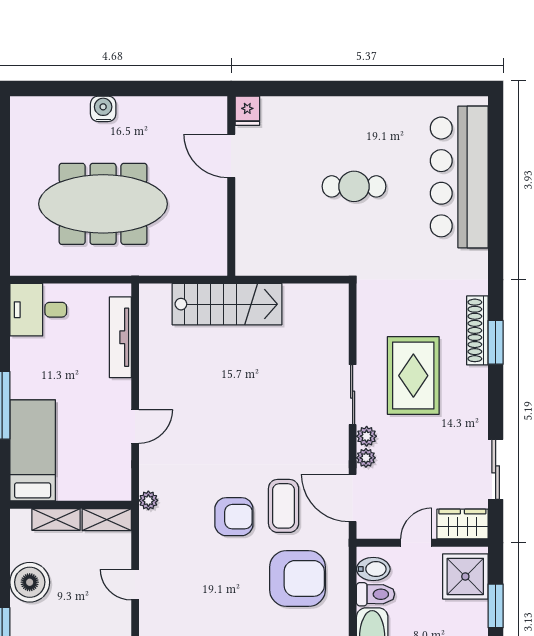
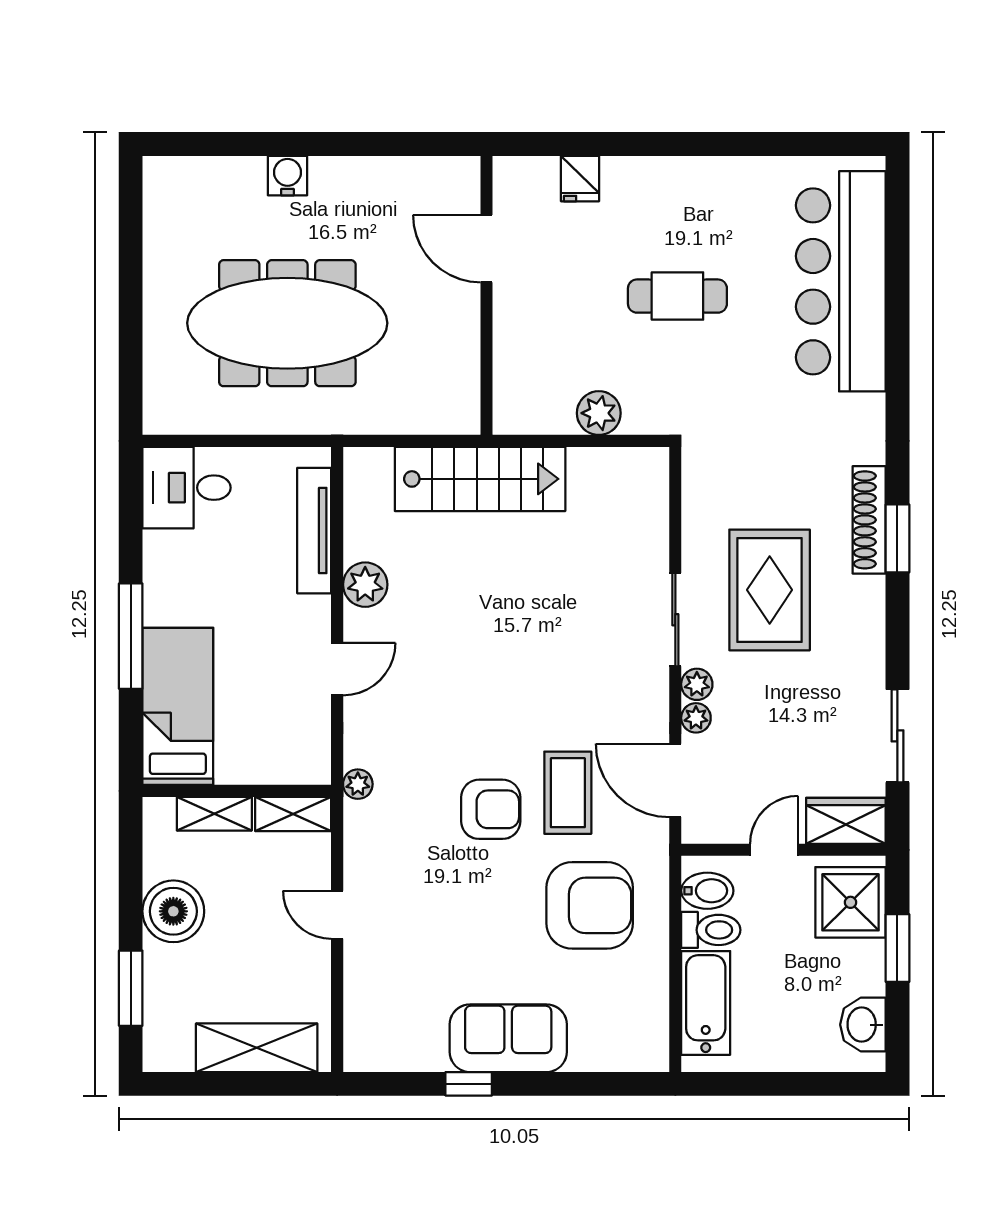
fridge: (247, 111) -> (580, 179), moved
plant: (303, 262) -> (599, 413), added
plant: (153, 372) -> (365, 585), added

